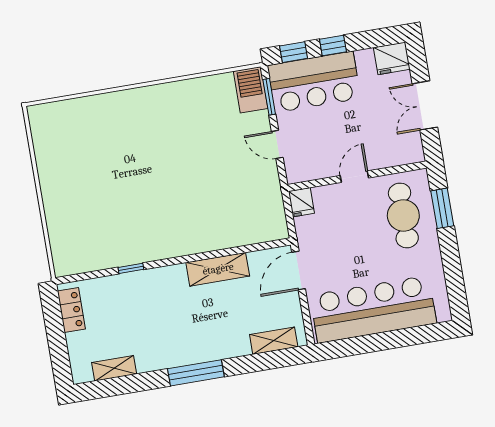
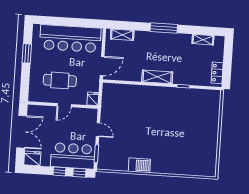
barbecue: (251, 90) -> (139, 165), moved, turned -90
double door: (425, 105) -> (22, 132), width x1.37
window: (442, 208) -> (27, 53), moved
cafe table: (403, 215) -> (60, 80), moved, turned 90
shelving: (218, 269) -> (157, 77), moved

